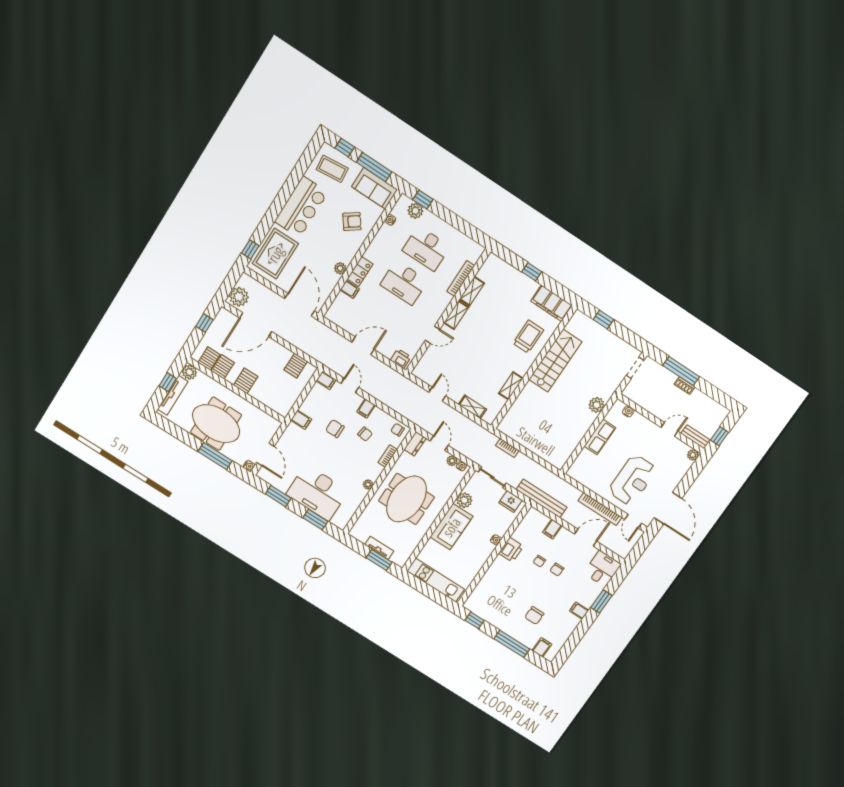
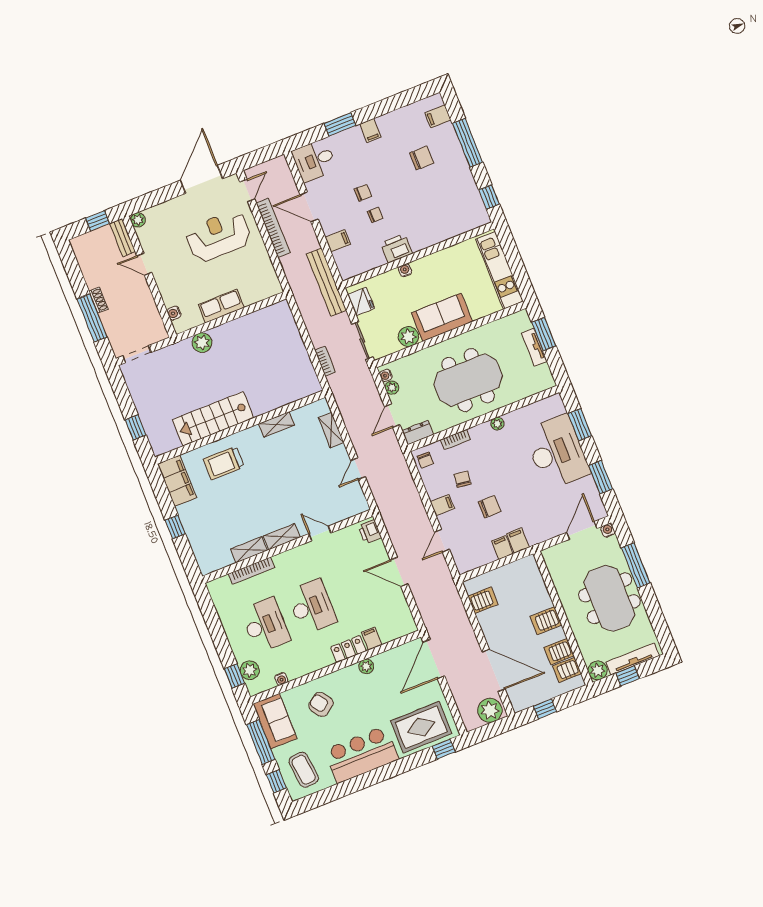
filing cabinet: (326, 380) -> (502, 547), moved
chair: (335, 429) -> (490, 507), turned -90

